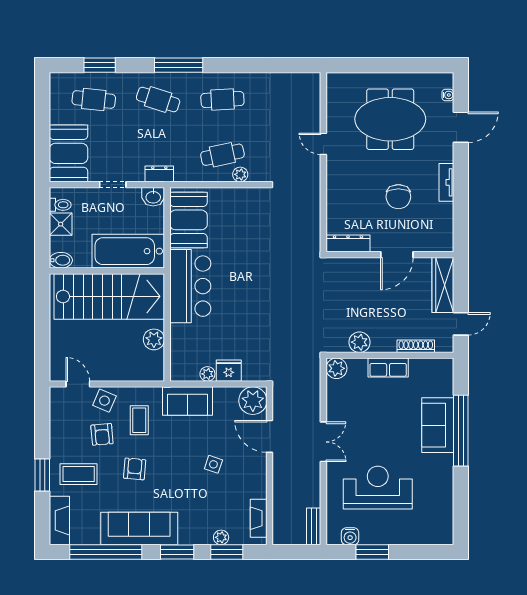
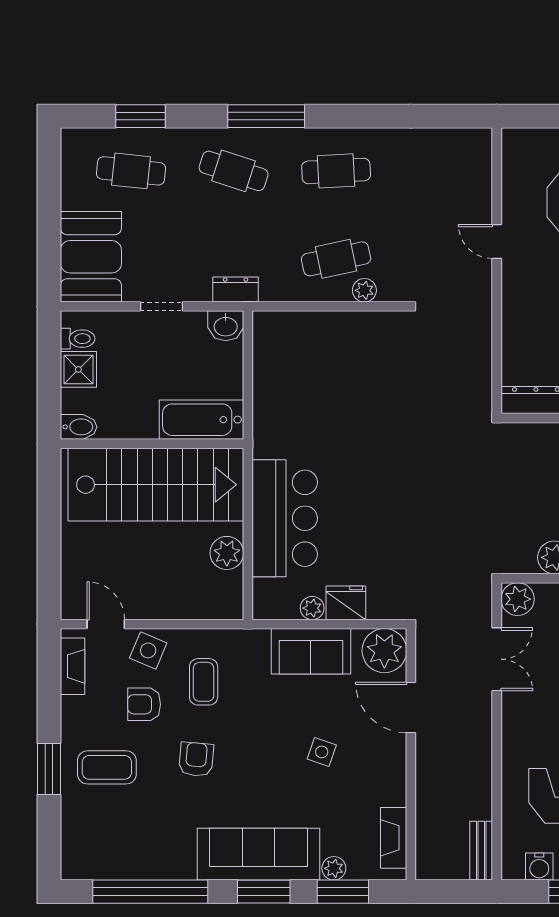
booth: (188, 220) -> (282, 363), removed
bathtub: (128, 251) -> (201, 420), width x0.73, depth x0.73
bar counter: (190, 286) -> (285, 518), moved
sofa: (187, 401) -> (311, 651), moved
armchair: (102, 434) -> (144, 704), turned 95
double door: (323, 442) -> (497, 659), moved
fireplace: (59, 520) -> (73, 666), moved, width x0.73, depth x0.76
sofa: (139, 529) -> (259, 854), moved

